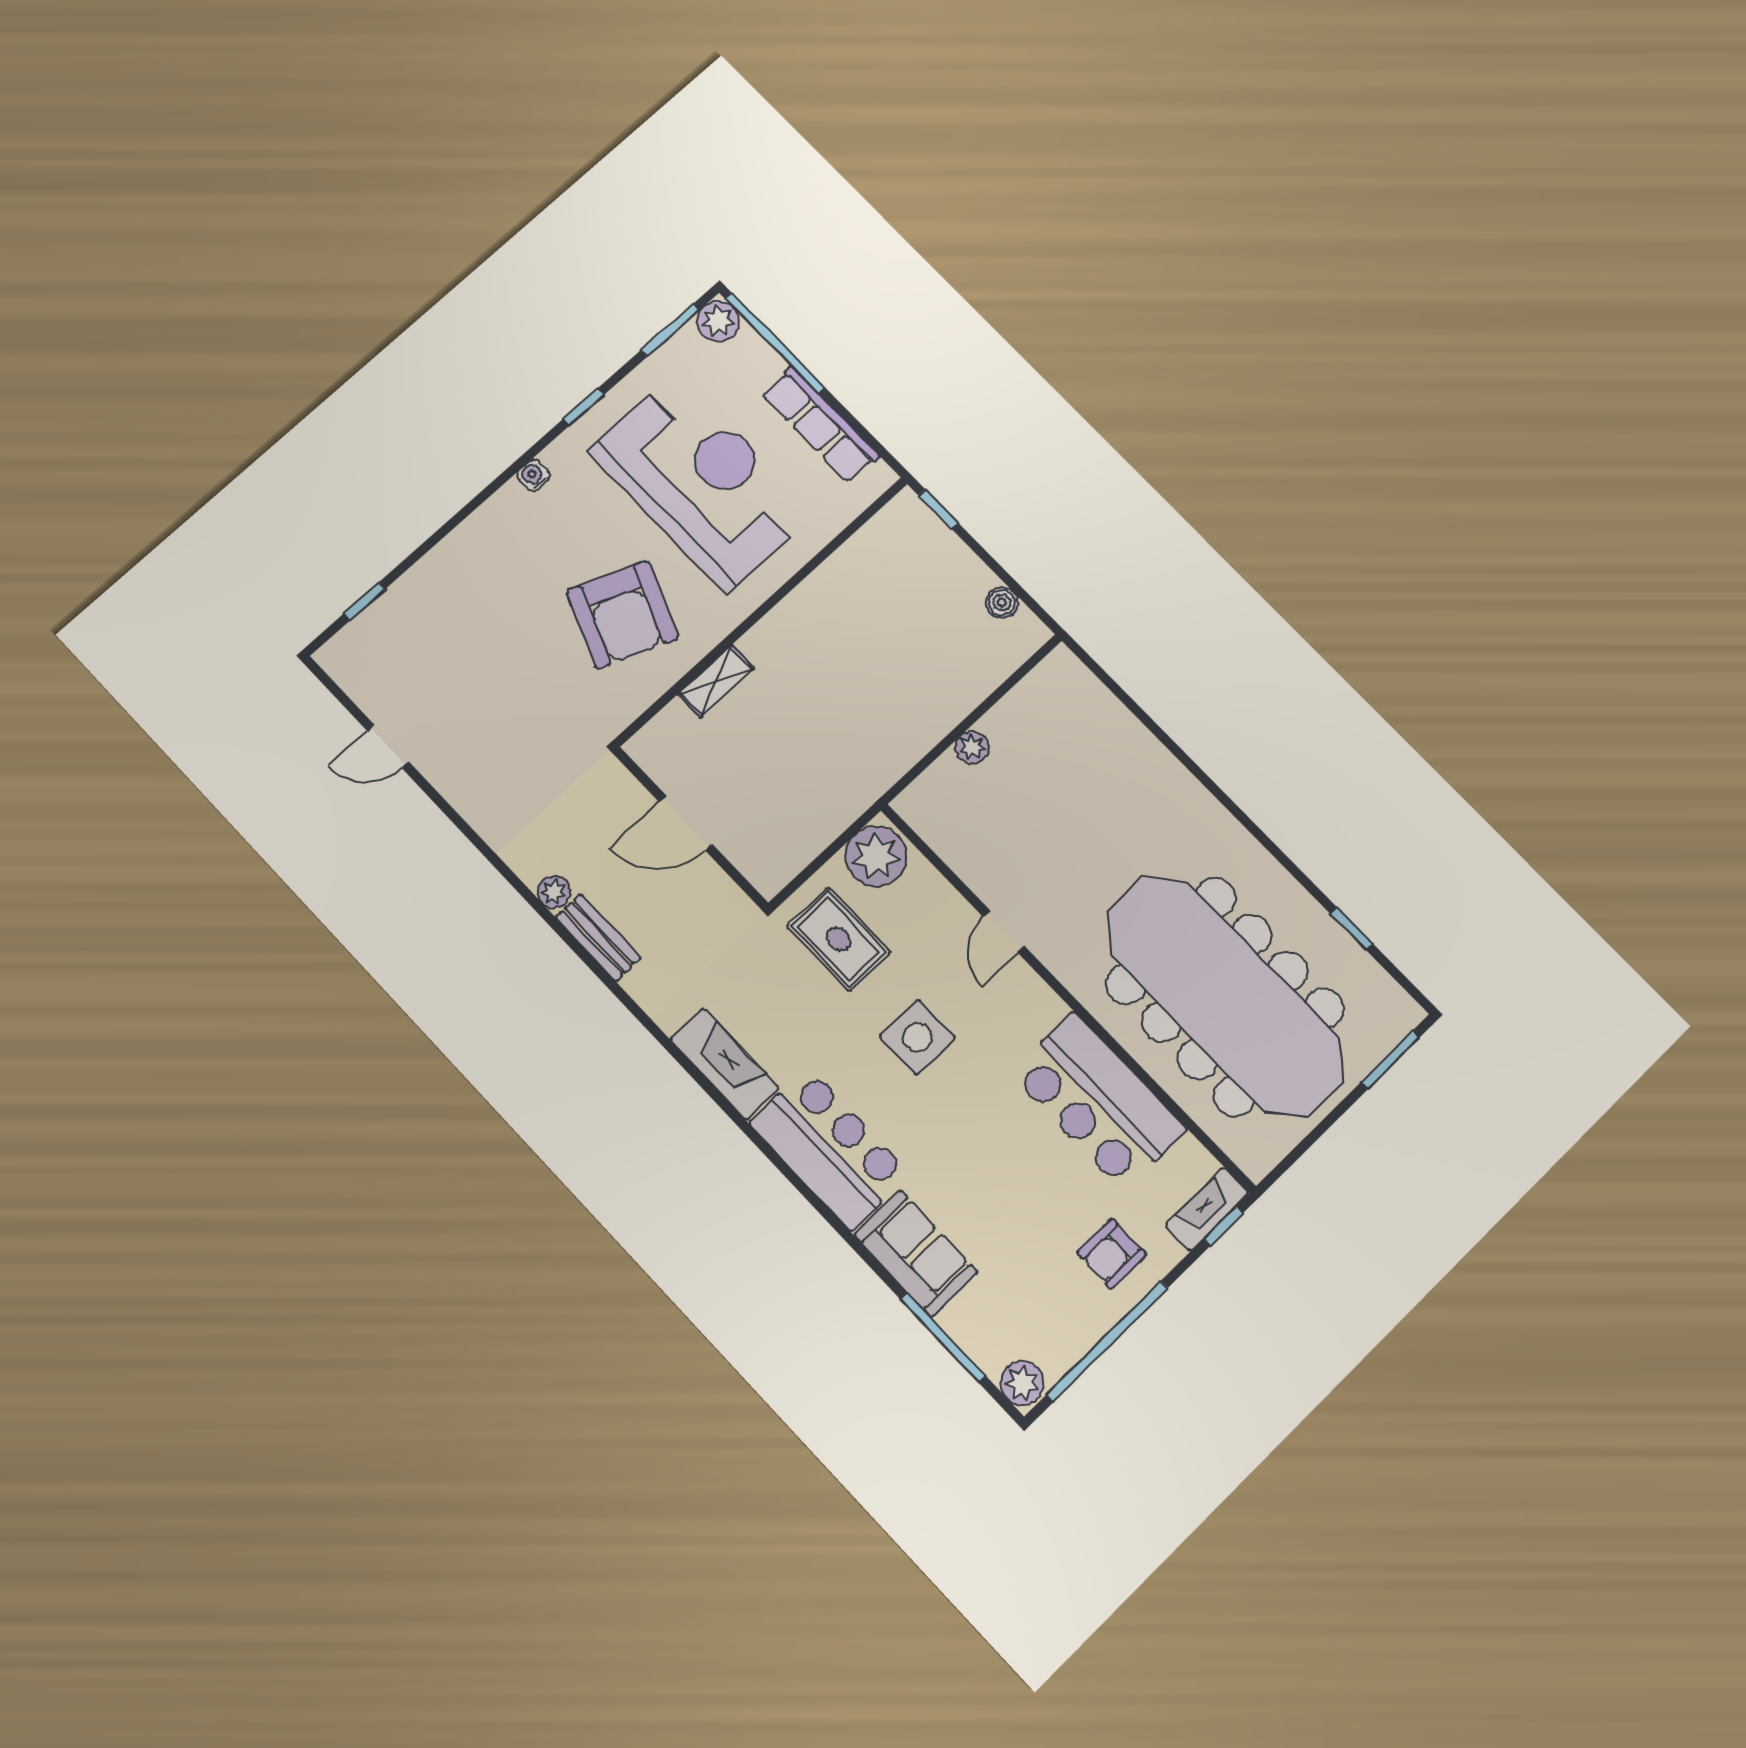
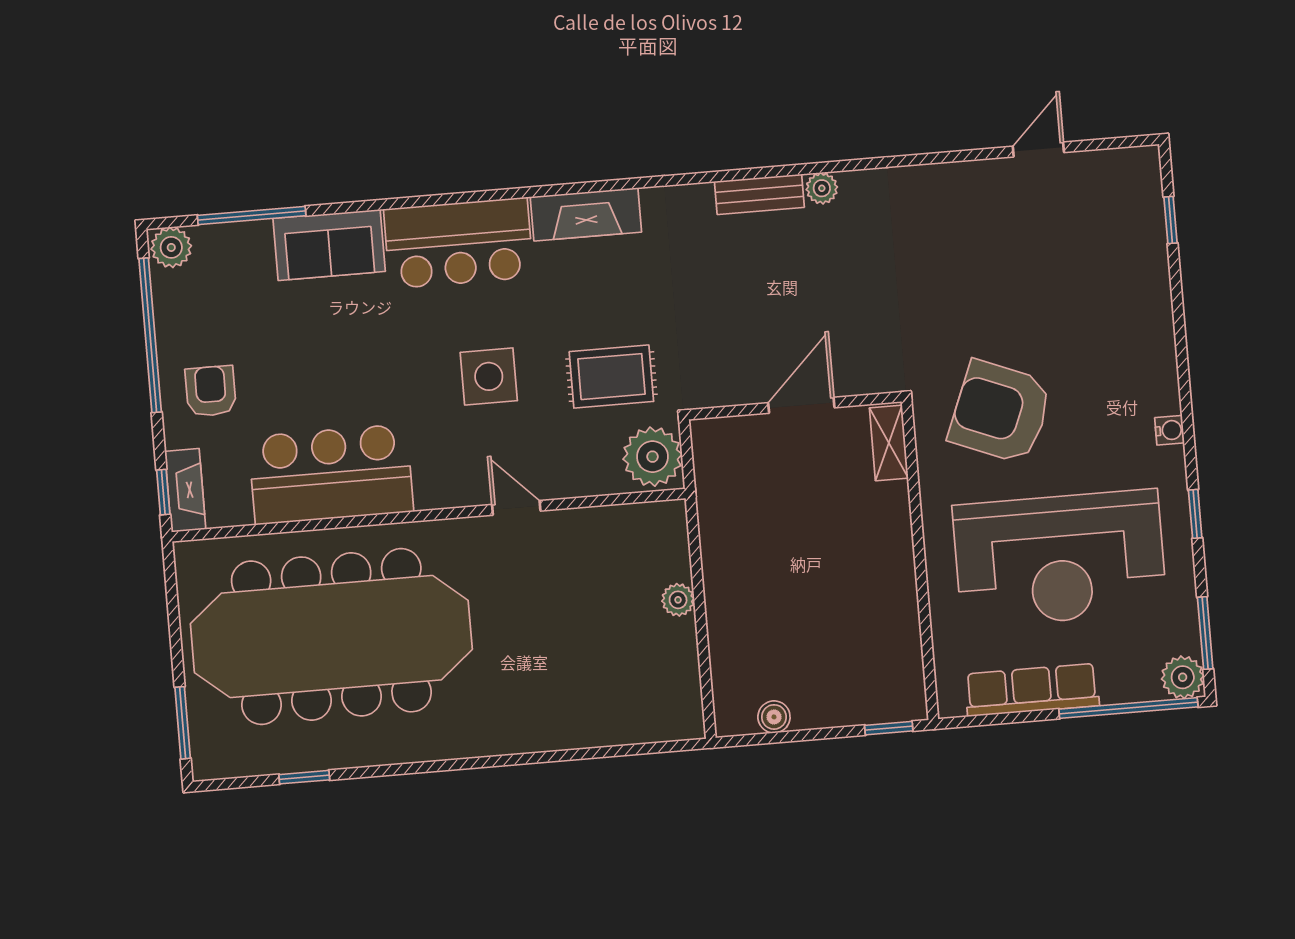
door: (686, 823) -> (801, 405), moved
wall: (690, 828) -> (795, 406), moved

